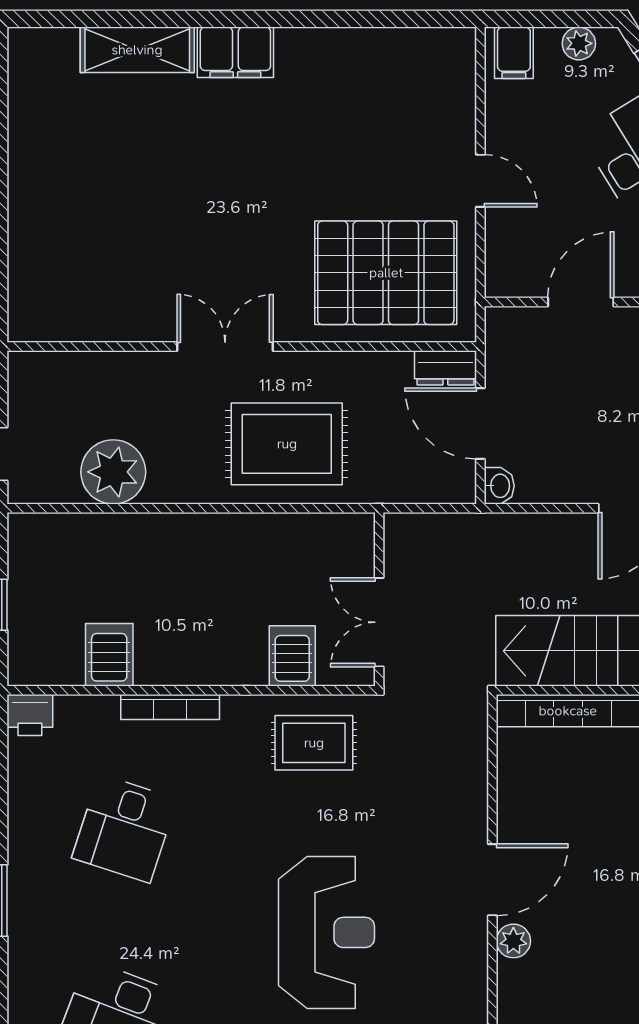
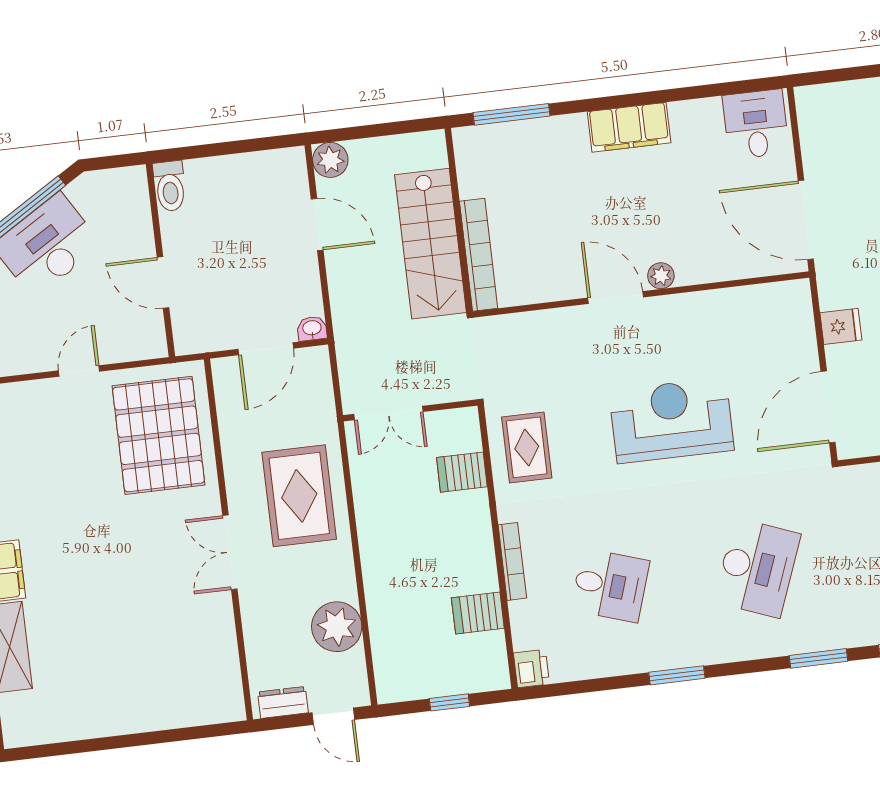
dresser: (445, 368) -> (283, 702), moved, turned -90
double door: (379, 622) -> (388, 413), moved

